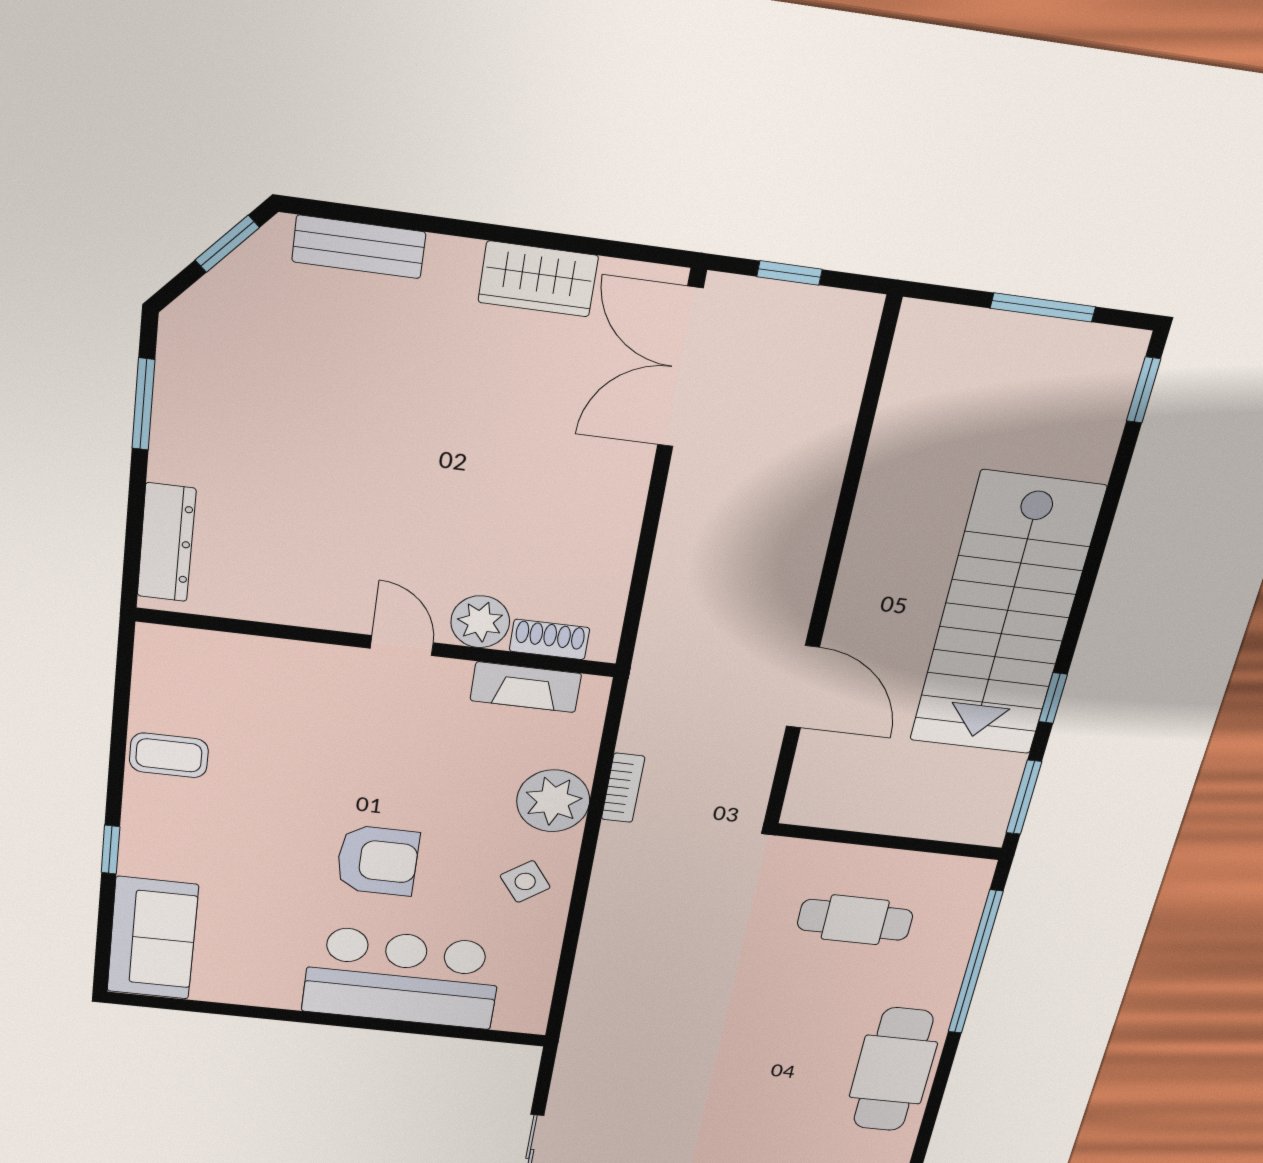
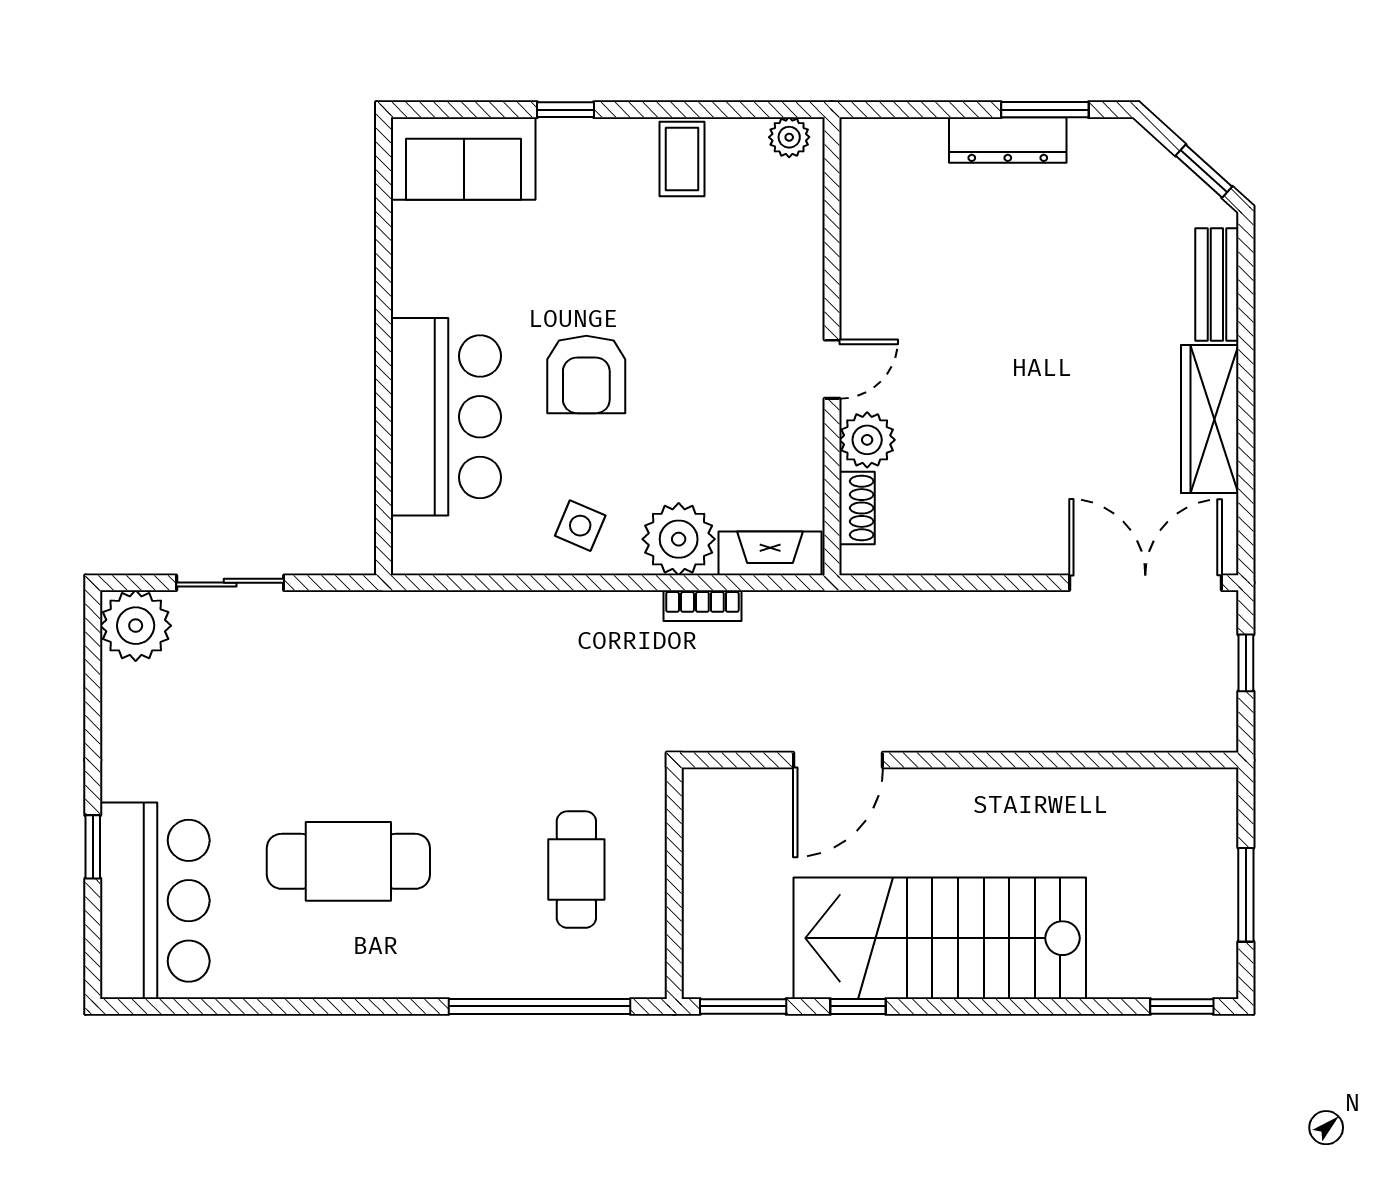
wardrobe: (538, 279) -> (1210, 419), width x1.50
dresser: (166, 542) -> (1008, 140), moved
plant: (154, 657) -> (789, 137), added
fireplace: (526, 687) -> (770, 553), moved, turned 90
side table: (525, 881) -> (580, 526), turned -31
cafe table: (893, 1070) -> (348, 861), moved

